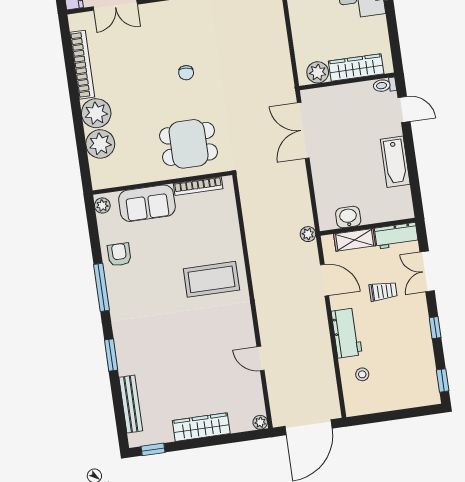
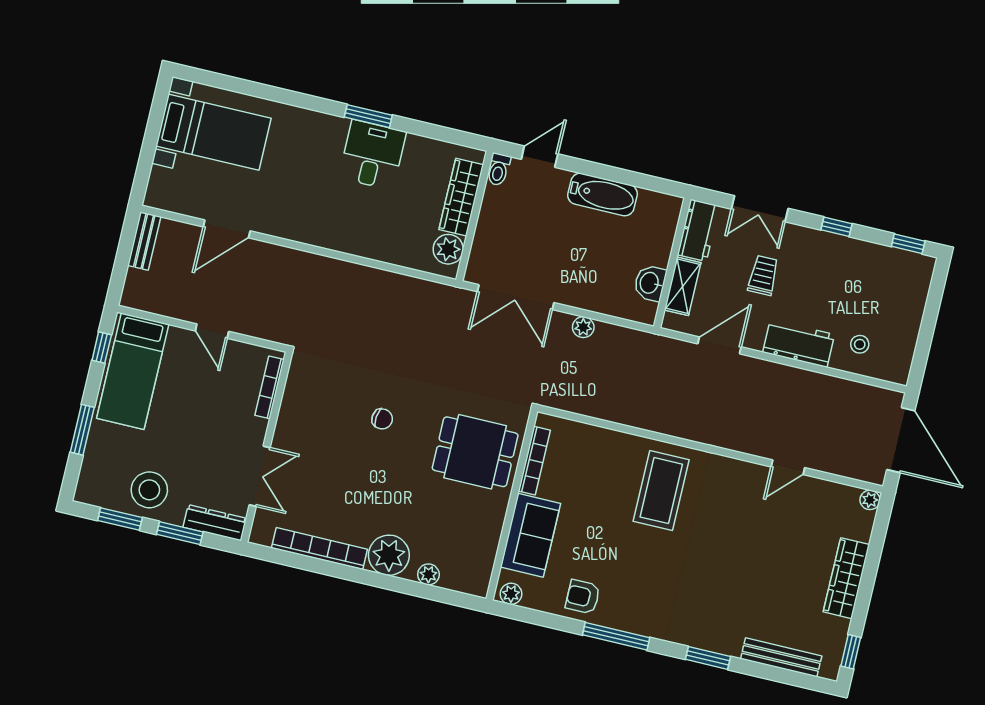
plant: (100, 144) -> (428, 574), width x0.53, depth x0.53
dining table: (189, 144) -> (475, 452), turned 90
plant: (308, 234) -> (583, 327), moved

